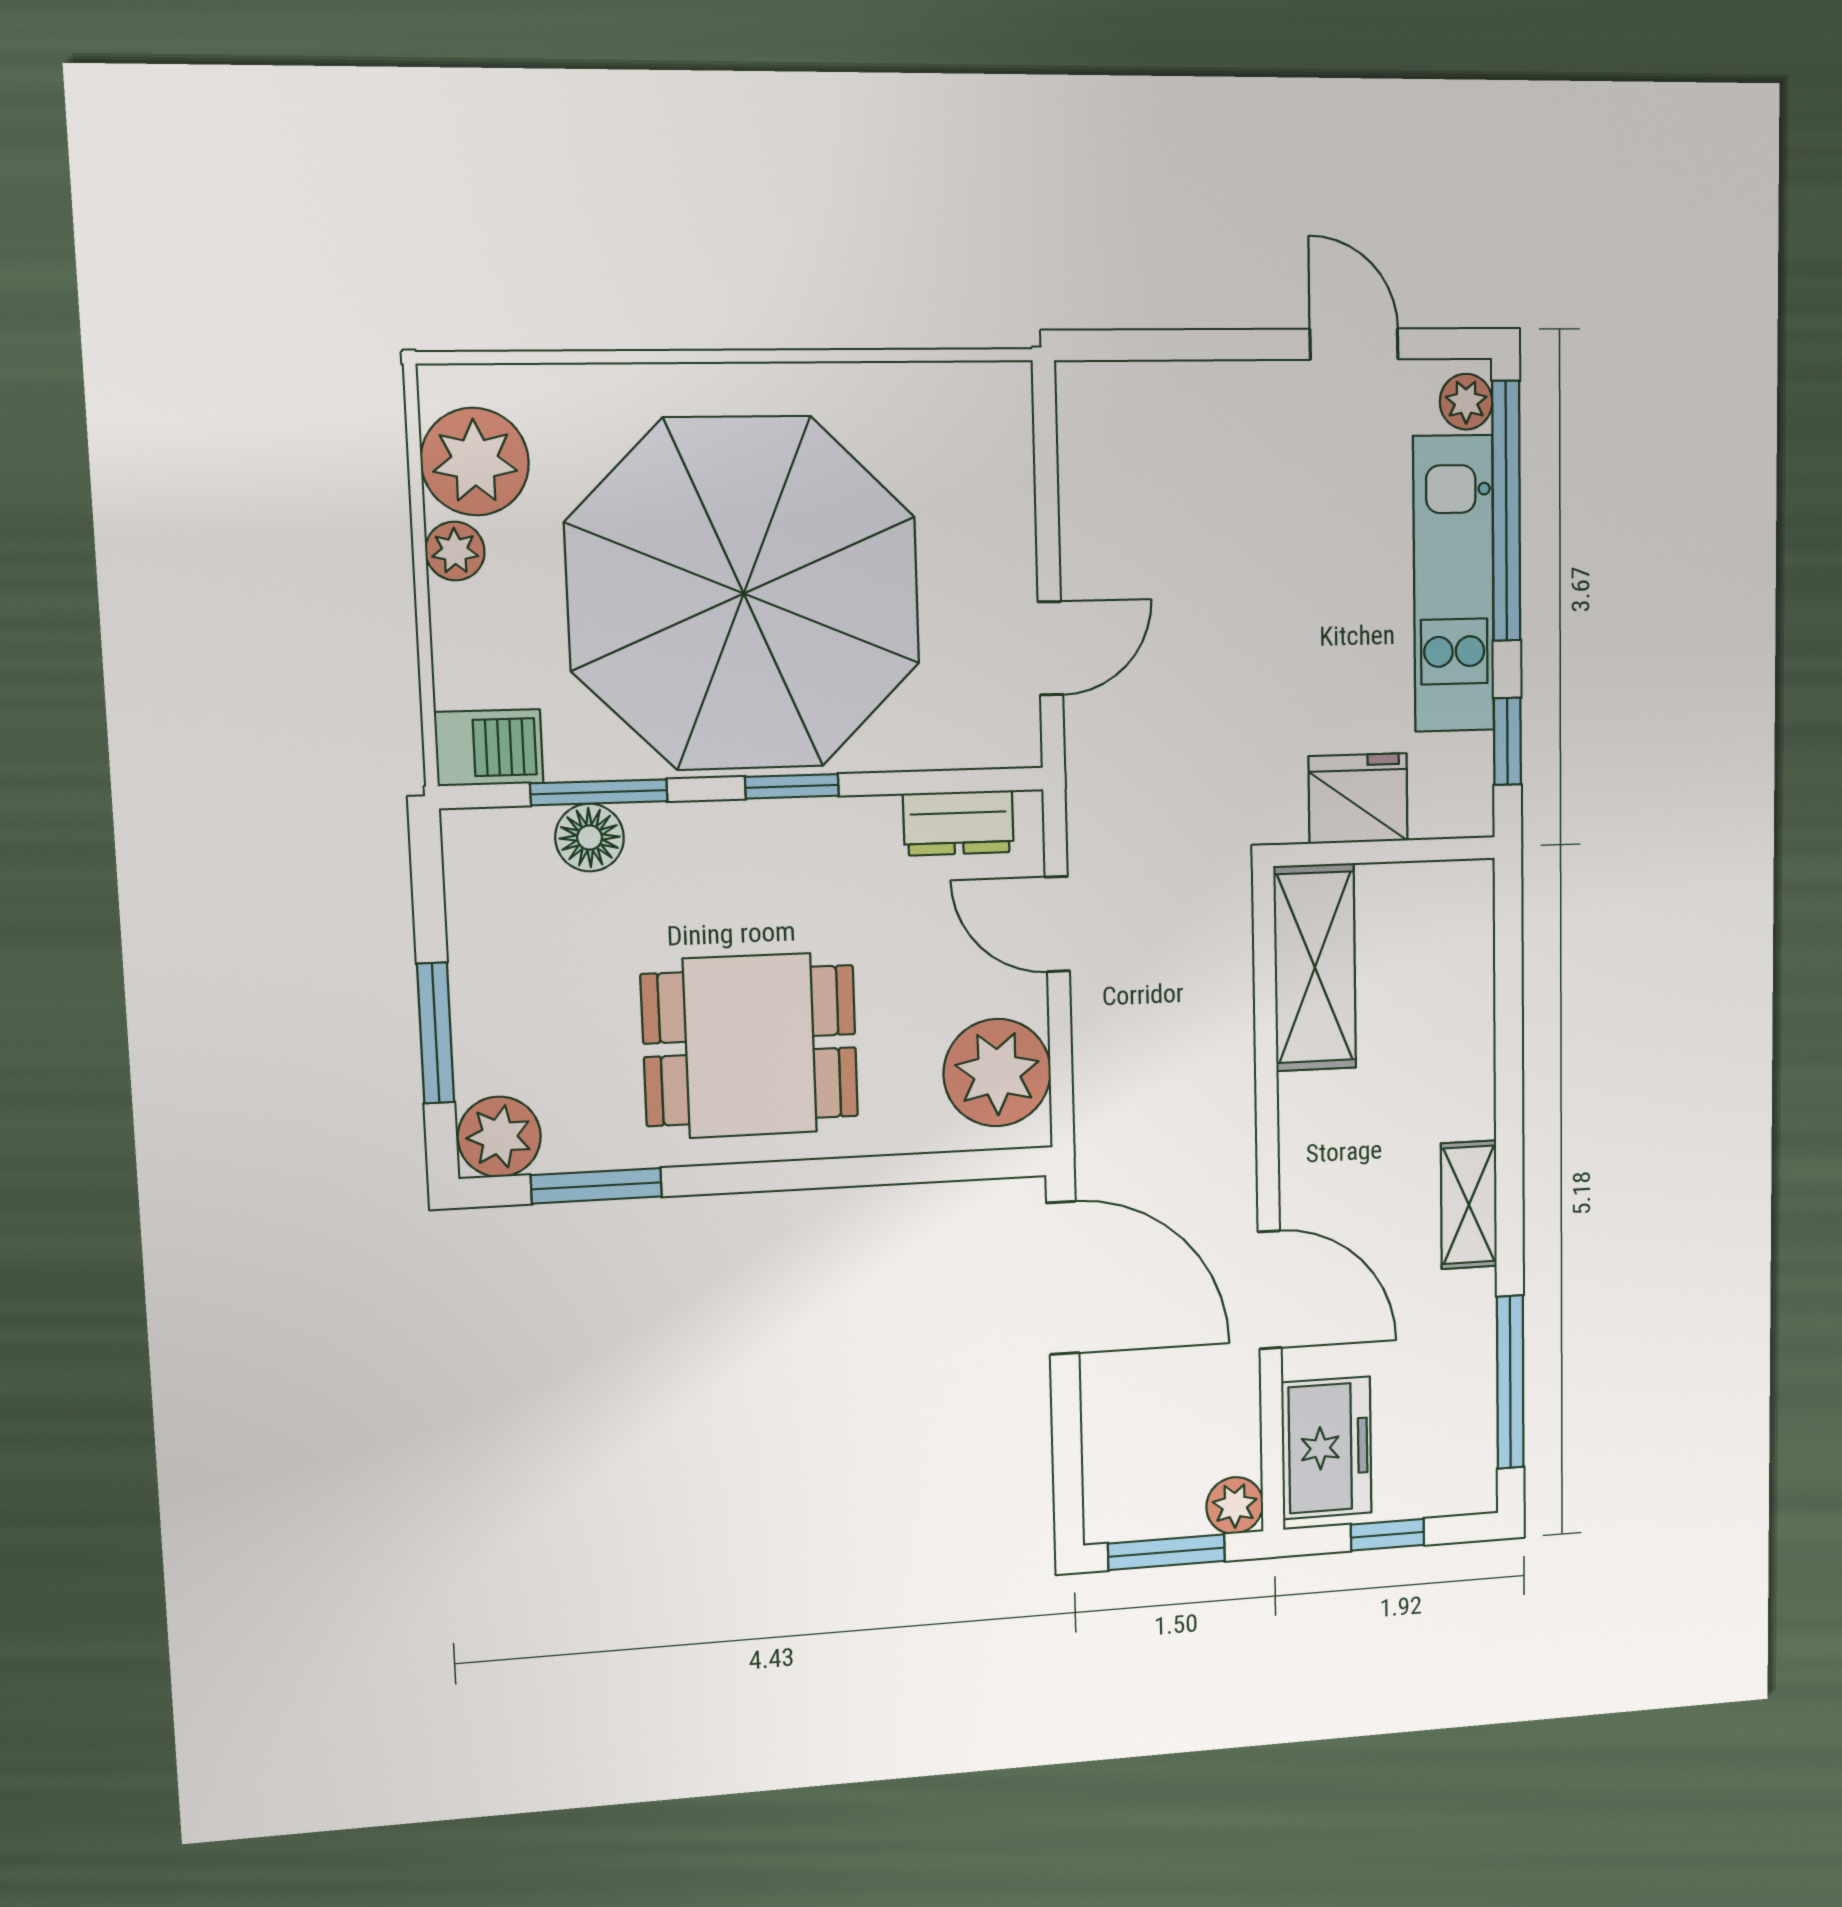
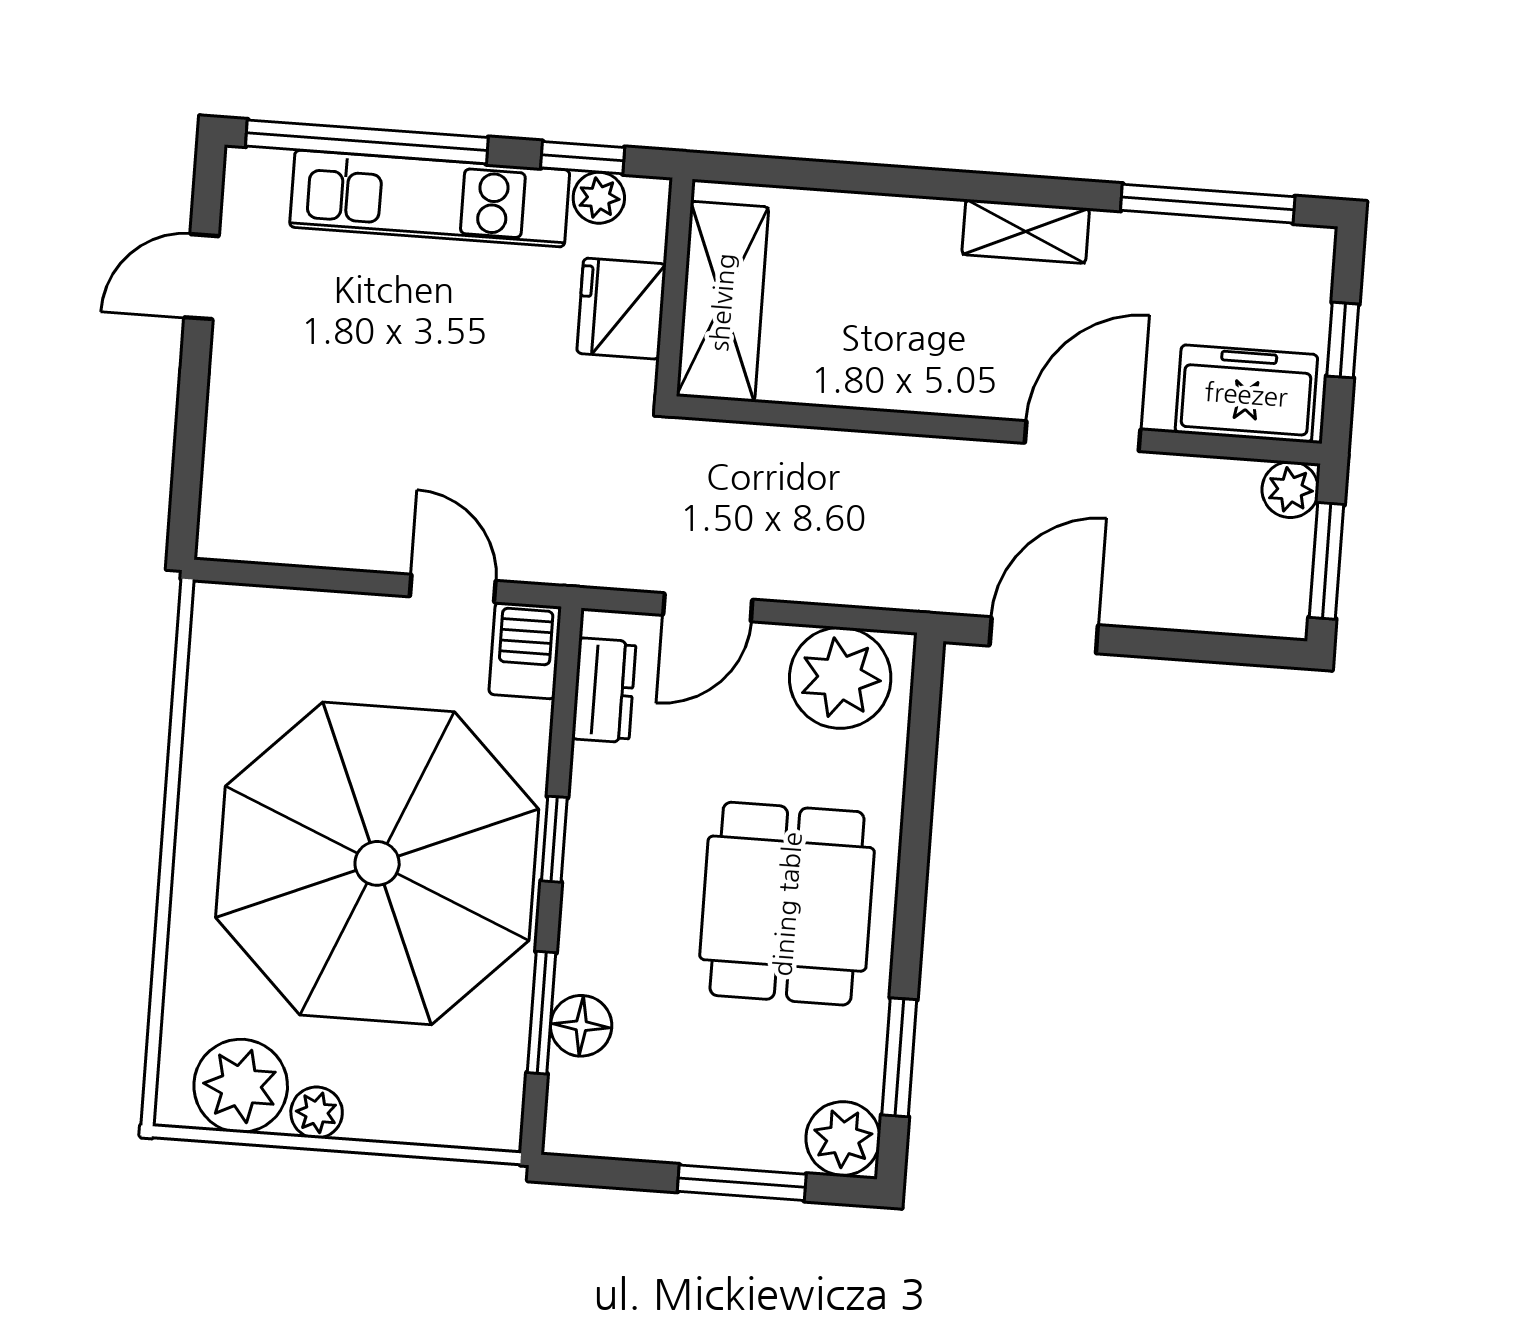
plant: (1466, 402) -> (599, 198), moved
barbecue: (489, 748) -> (525, 650), moved
shelving: (1315, 967) -> (722, 302), moved, turned 90
door: (1063, 1278) -> (1044, 635), width x0.73

